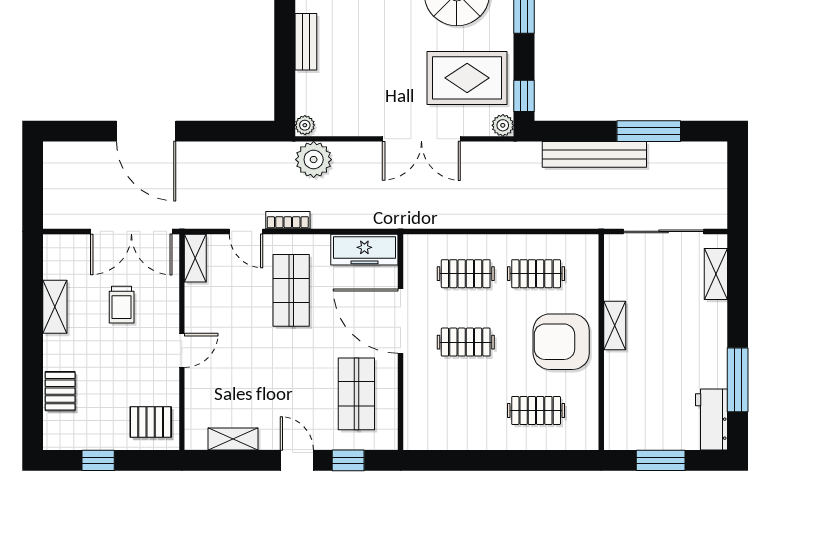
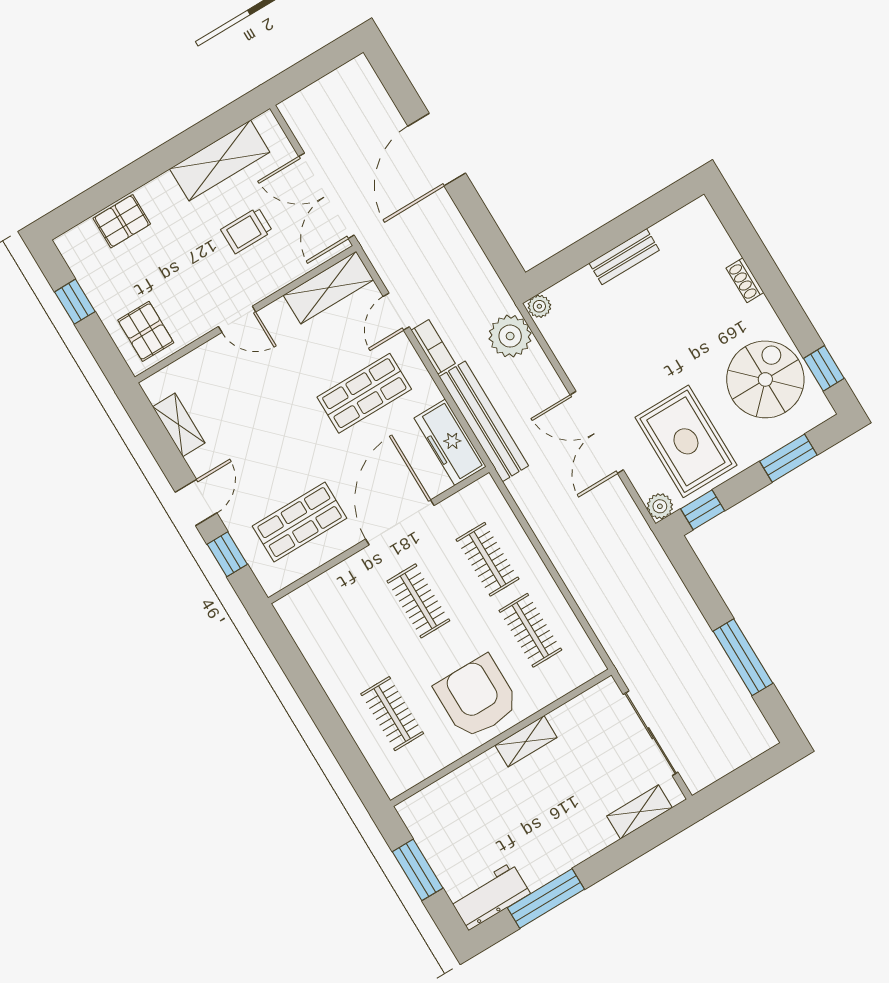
bench: (594, 154) -> (484, 421), moved
shelving: (195, 258) -> (328, 288), width x1.50, depth x1.33
shelving: (55, 307) -> (220, 160), width x1.50, depth x1.33

